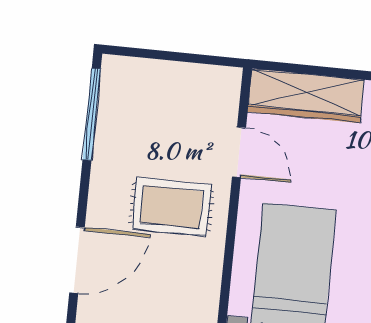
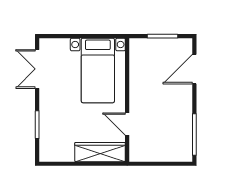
rug: (171, 207) -> (155, 97), removed

